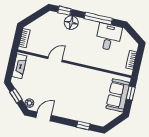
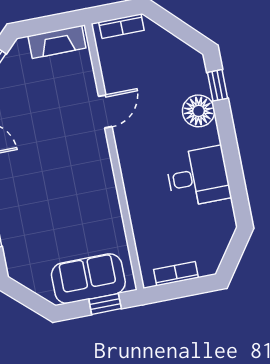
window: (98, 18) -> (233, 164), removed
desk: (109, 37) -> (198, 177), moved
door: (55, 59) -> (105, 111), hinge flipped

